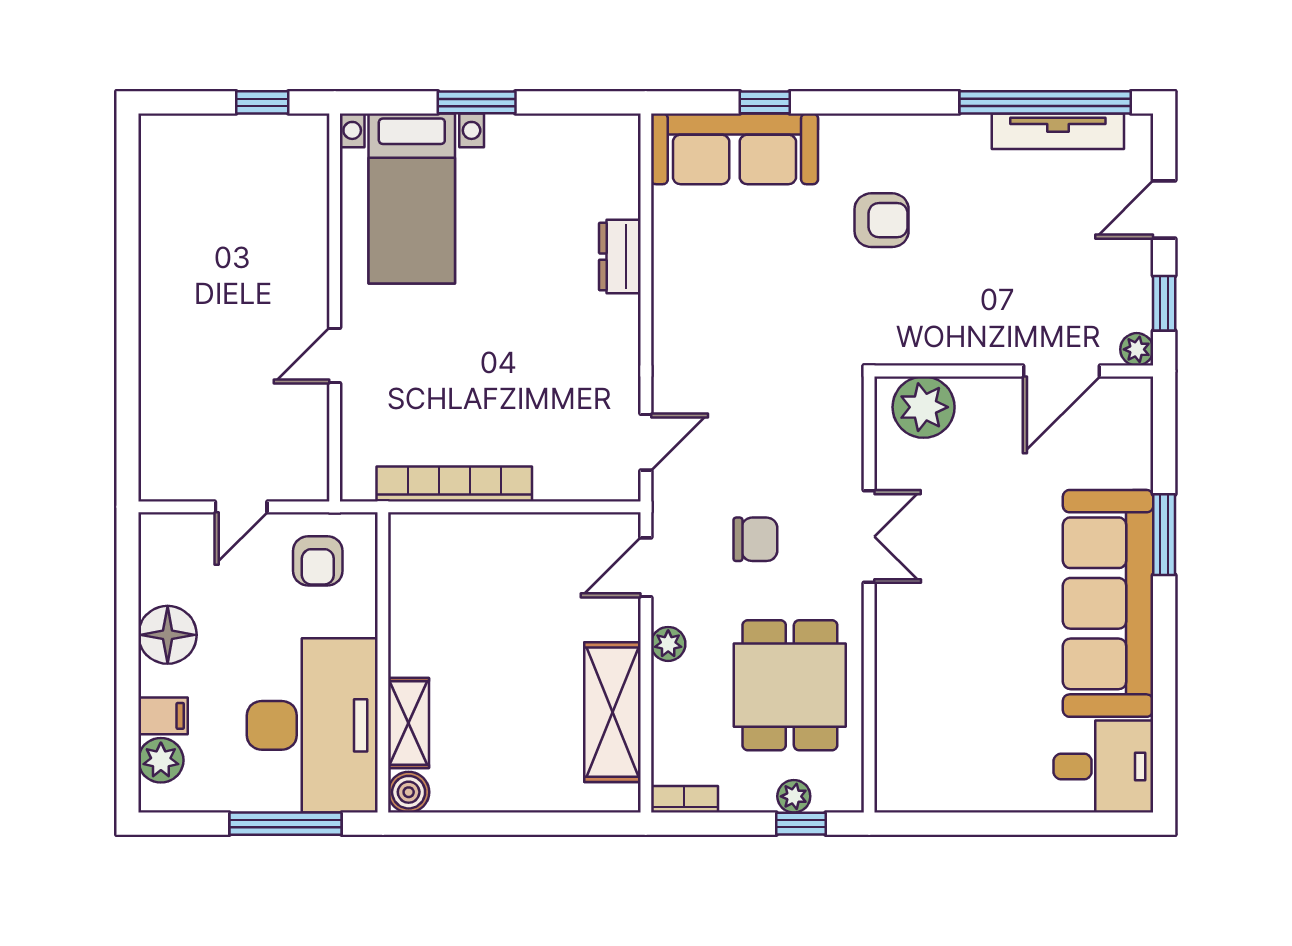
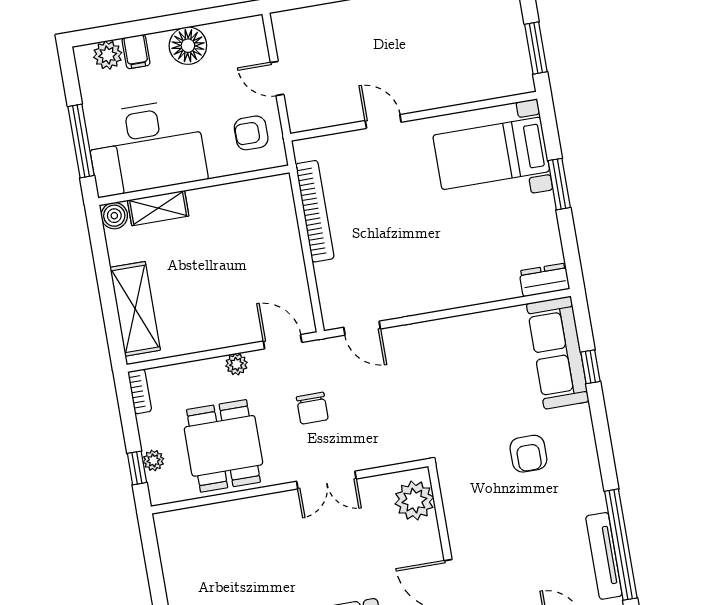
window: (262, 102) -> (536, 48), width x1.50
dresser: (620, 257) -> (544, 280), moved
dining table: (790, 685) -> (223, 446), turned 90
shelving: (612, 712) -> (135, 309), moved, turned 90

